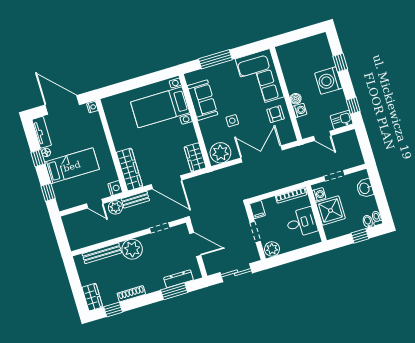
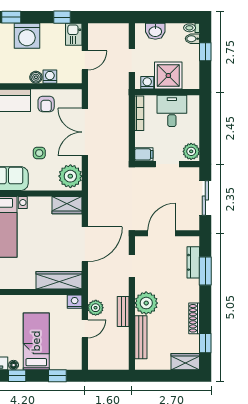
armchair: (276, 114) -> (46, 104), turned -90
bench: (135, 200) -> (123, 312), moved

